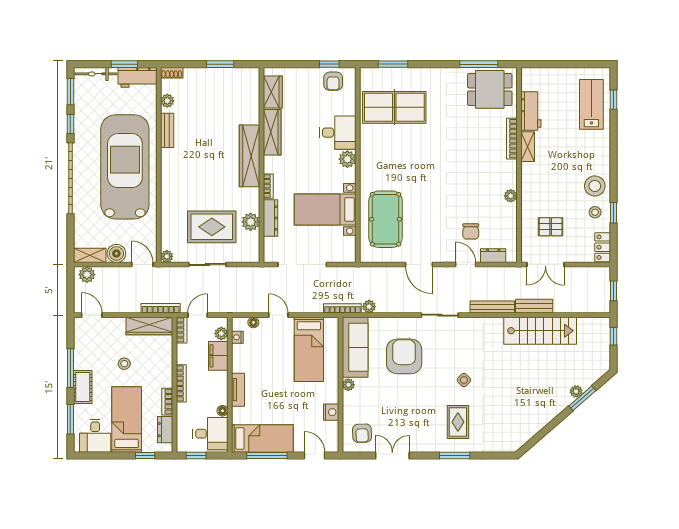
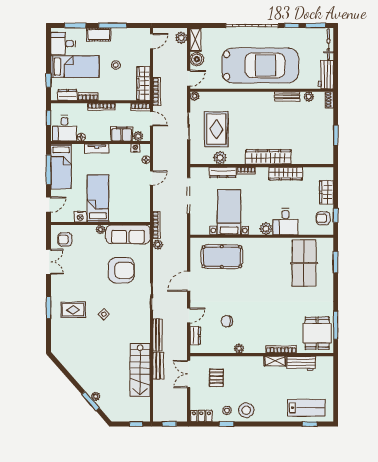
window: (124, 64) -> (336, 65), removed
wardrobe: (273, 92) -> (326, 192), moved, turned 90
chair: (471, 231) -> (227, 321), moved
bed: (309, 349) -> (98, 198), moved, turned 90

